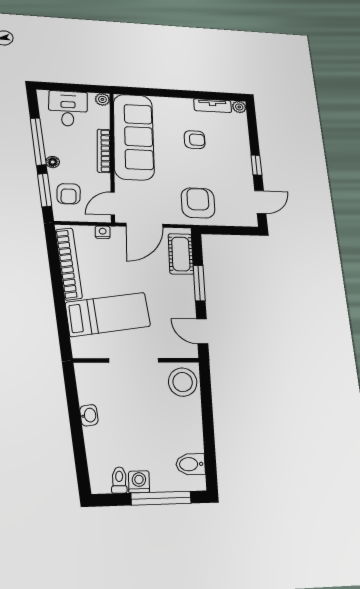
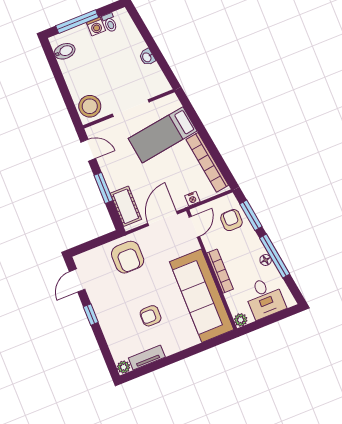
floor lamp: (53, 162) -> (266, 260), moved

